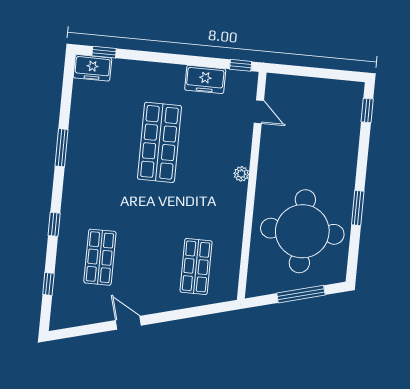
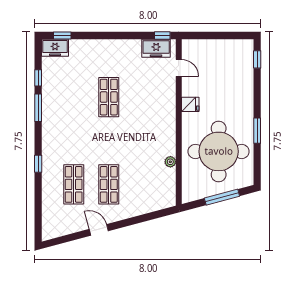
freezer: (205, 79) -> (156, 48), moved
shop shelf: (159, 142) -> (109, 97), width x0.70, depth x0.74
fridge: (270, 163) -> (190, 104), added
plant: (241, 174) -> (170, 162), moved
shop shelf: (196, 266) -> (109, 184), moved
window: (48, 284) -> (38, 78), moved

